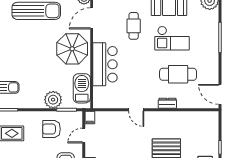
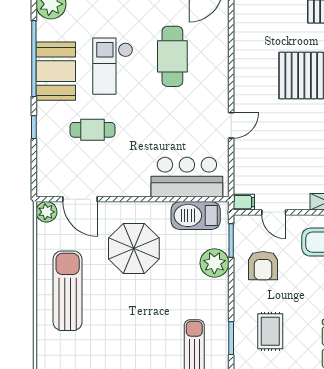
checkout: (172, 38) -> (113, 66), turned 180
parasol: (72, 49) -> (134, 249), moved
bar counter: (105, 64) -> (187, 177), moved
dresser: (167, 103) -> (220, 74), removed

